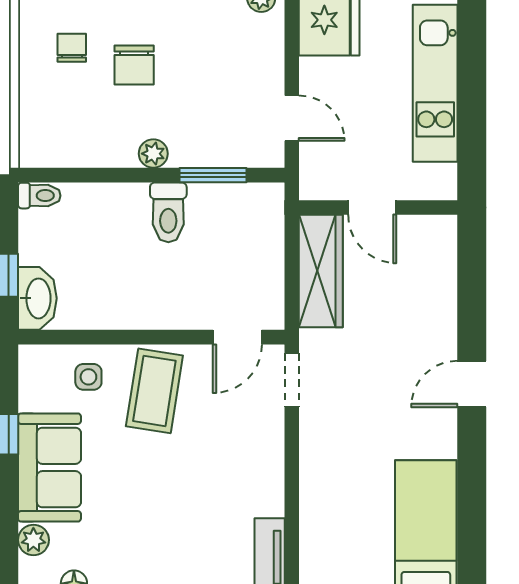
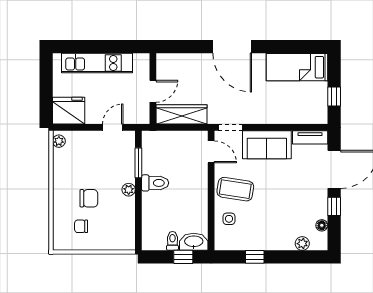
toilet: (39, 196) -> (172, 241), moved
door: (472, 384) -> (232, 47), width x1.87
sofa: (49, 468) -> (267, 145), moved, turned 180

